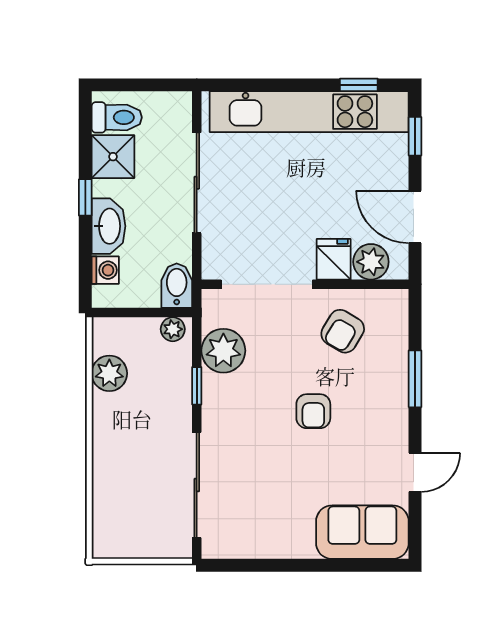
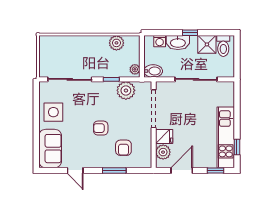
kitchen unit: (309, 112) -> (226, 137), width x0.73
armchair: (343, 331) -> (123, 148), moved, turned -121
side table: (275, 525) -> (53, 112), added

